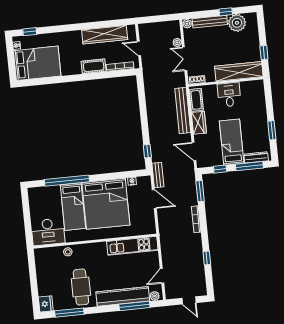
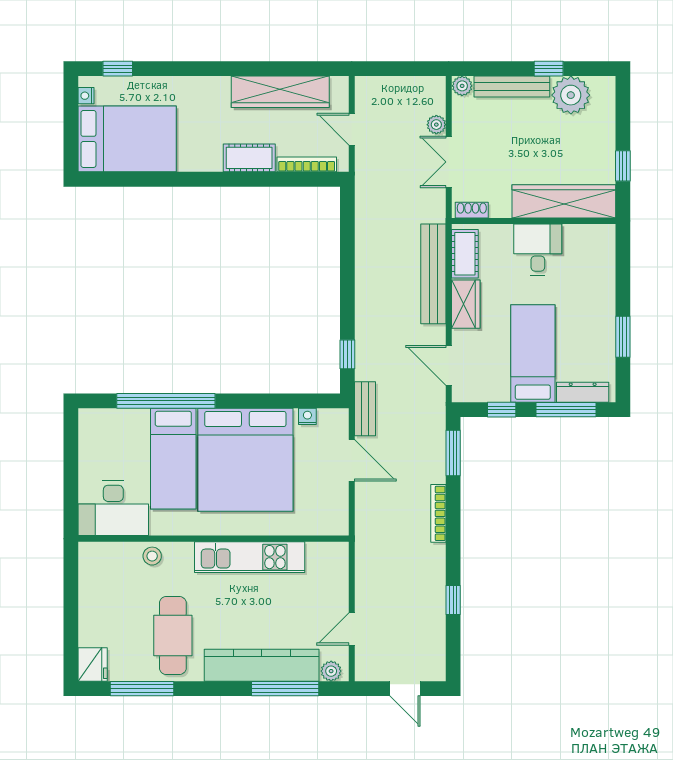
kitchen unit: (132, 246) -> (250, 557), moved

